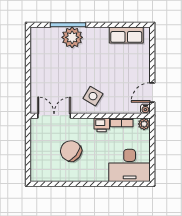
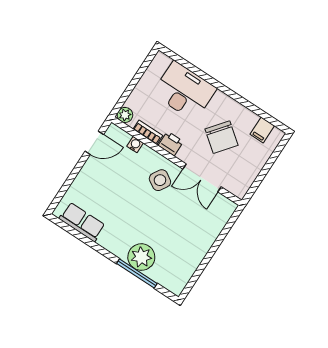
water cooler: (145, 109) -> (135, 145), moved
double door: (54, 116) -> (202, 178), moved
desk: (130, 165) -> (184, 91), moved
filing cabinet: (47, 173) -> (262, 130), added

